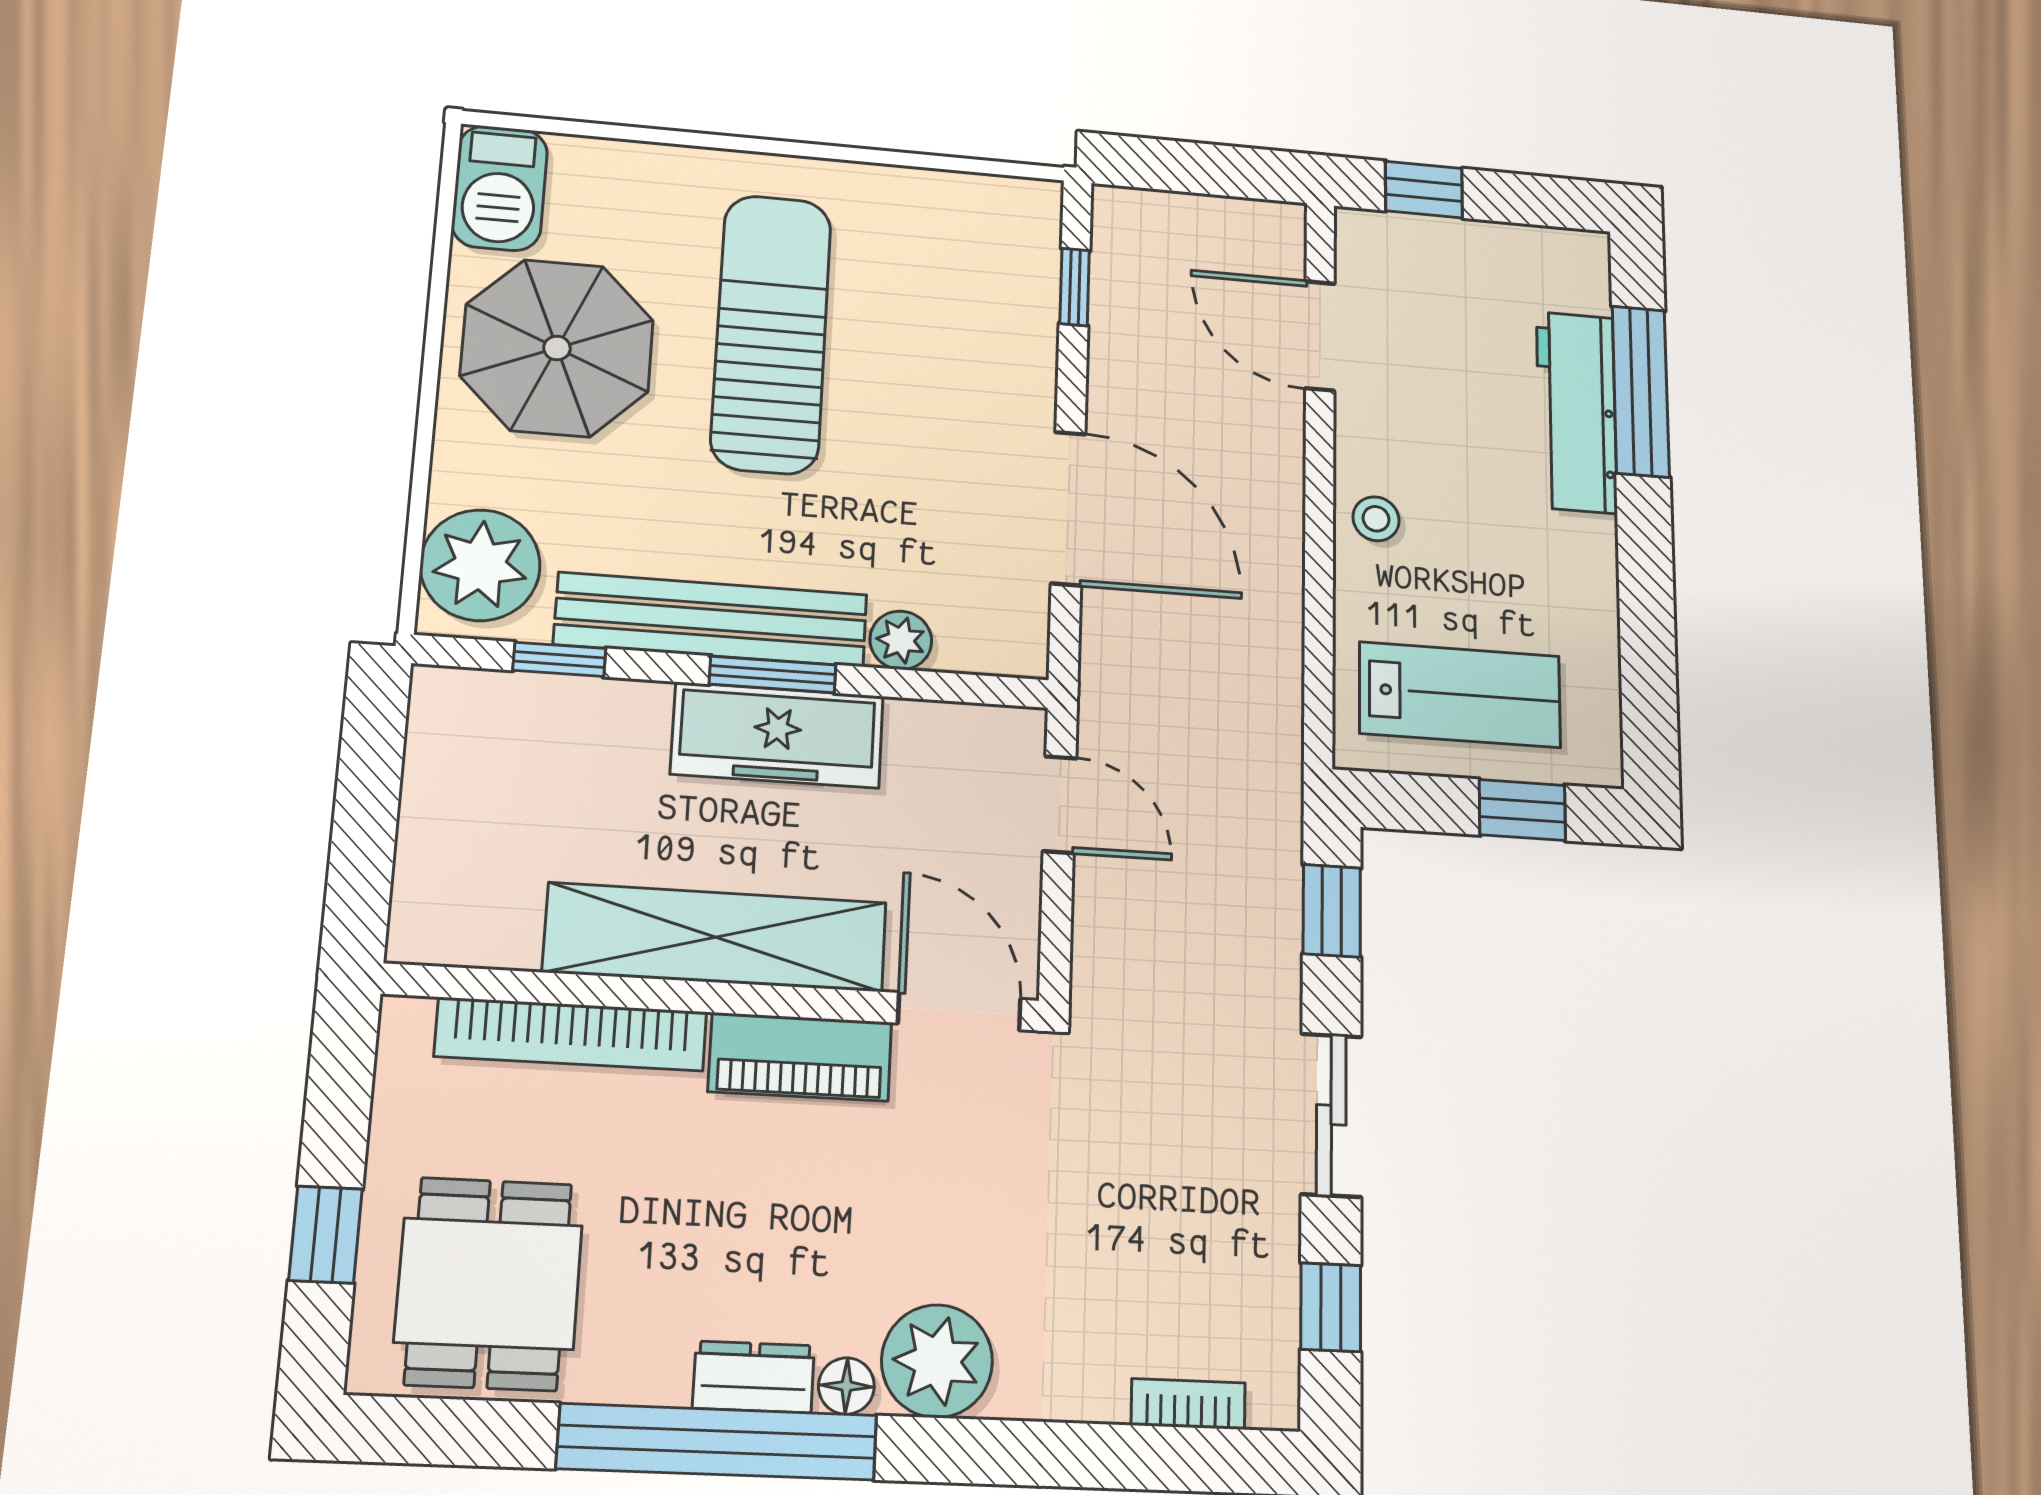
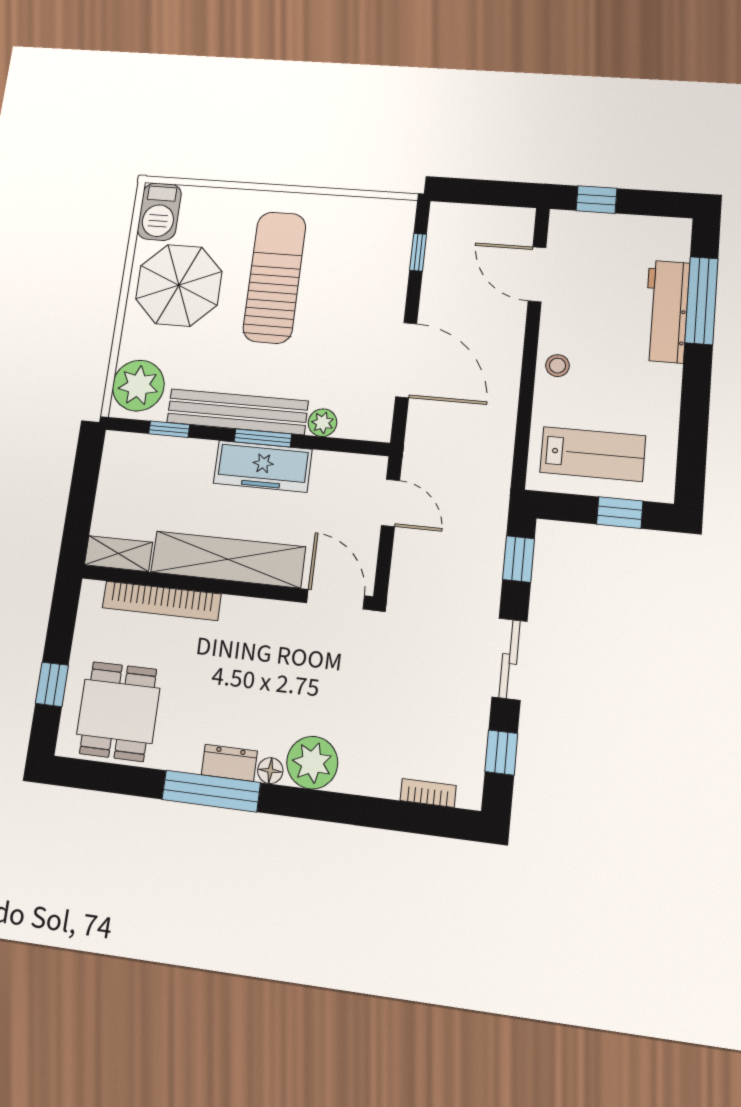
shelving: (462, 935) -> (118, 554), added
piano: (800, 1057) -> (261, 617), removed
window: (717, 1442) -> (211, 791), width x0.68

